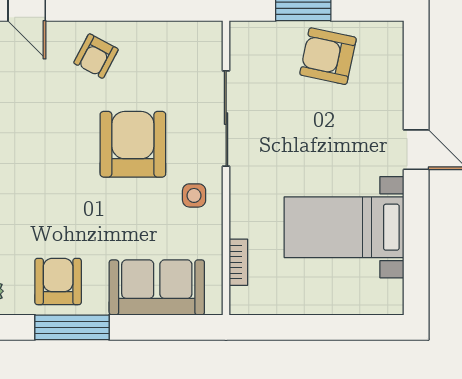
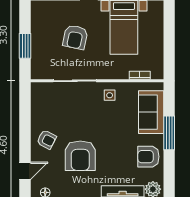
armchair: (328, 56) -> (75, 37), moved
armchair: (133, 144) -> (80, 156), moved, turned -90
window: (72, 327) -> (169, 133), moved

